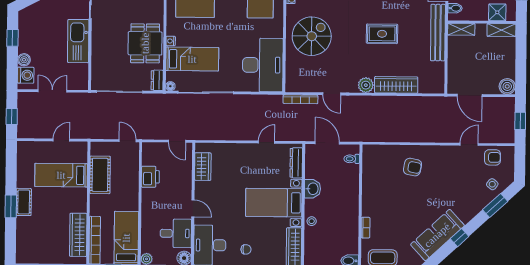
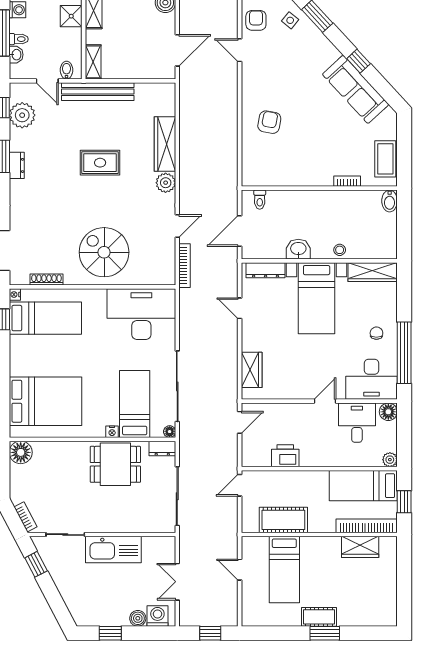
rug: (382, 34) -> (100, 163), turned 90
wardrobe: (203, 167) -> (252, 370), moved, turned 90
wardrobe: (78, 235) -> (360, 547), width x0.67

